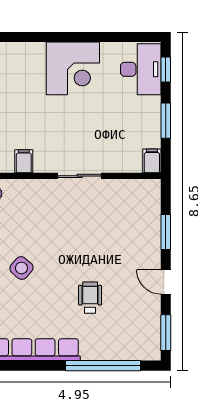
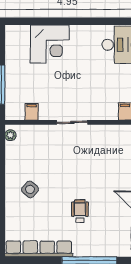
corner desk: (73, 68) -> (50, 44), moved

